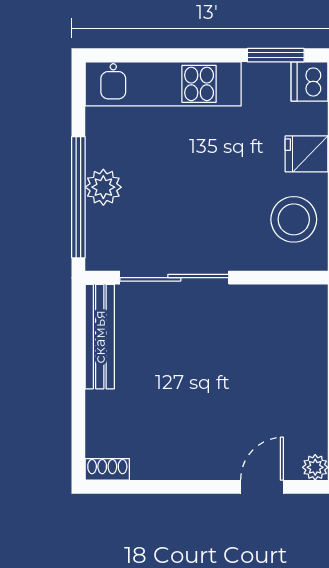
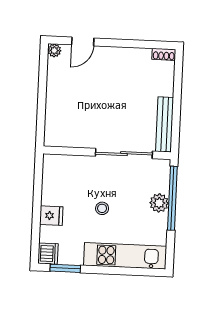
stool: (294, 219) -> (102, 208), moved, width x0.53, depth x0.53

